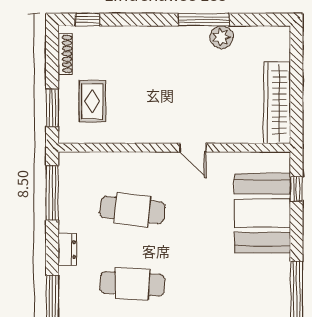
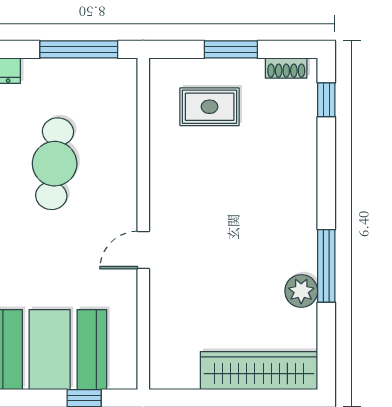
shoe rack: (65, 54) -> (286, 68), width x0.70
wardrobe: (277, 103) -> (259, 371), moved
window: (52, 108) -> (231, 49), moved

